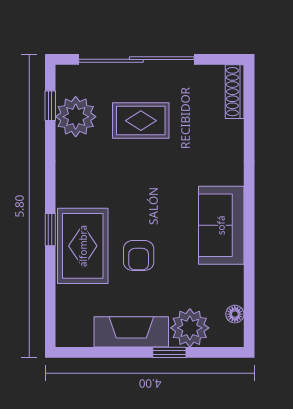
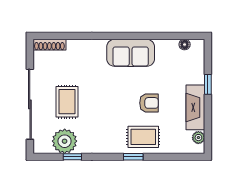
window: (50, 106) -> (72, 157), moved
rug: (83, 246) -> (143, 137), width x0.73, depth x0.70
plant: (190, 328) -> (198, 138), moved, width x0.53, depth x0.53

